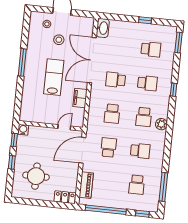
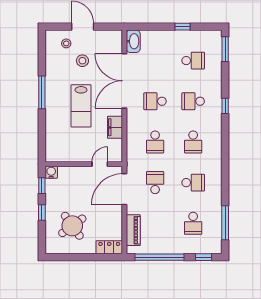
lab bench: (54, 77) -> (81, 106), turned 180
school desk: (147, 83) -> (193, 101), turned 180
plant: (161, 124) -> (215, 148), removed
round table: (36, 176) -> (72, 226), turned -36

